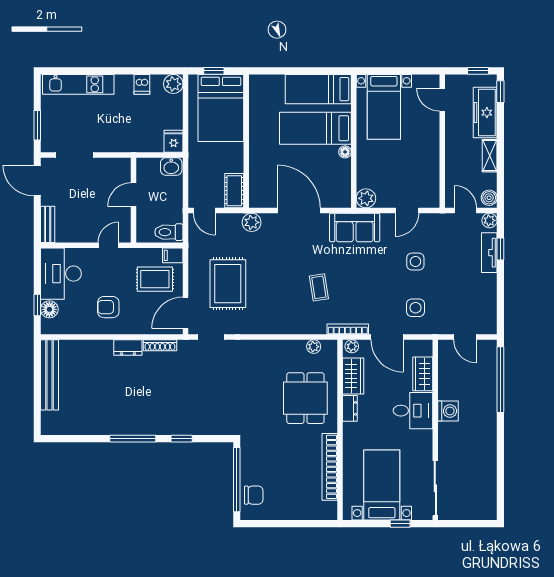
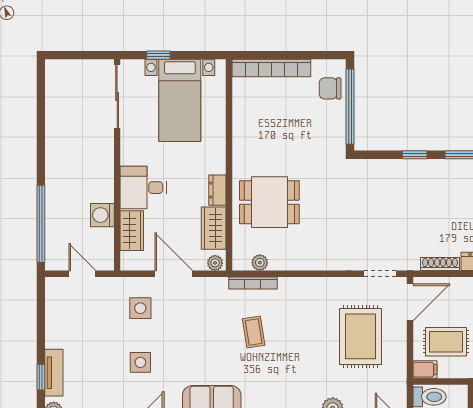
bookcase: (348, 329) -> (253, 283), moved
dining table: (305, 398) -> (269, 202), turned 90
washing machine: (448, 411) -> (102, 215), moved
bookcase: (330, 467) -> (271, 68), moved, turned 90

